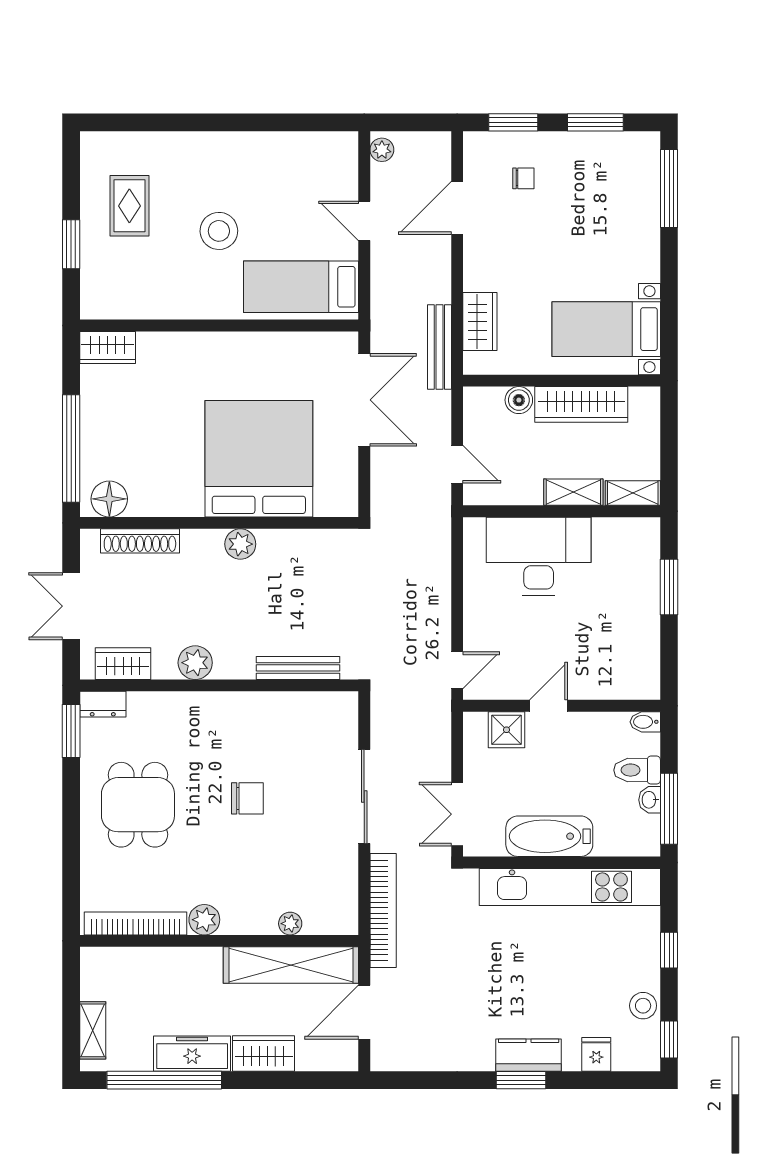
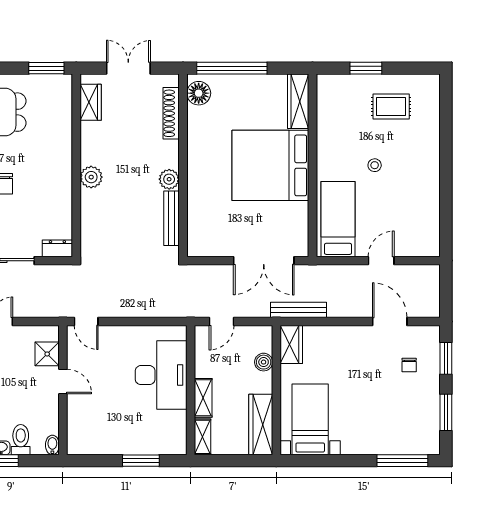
plant: (382, 150) -> (428, 272), removed
stool: (219, 231) -> (375, 165), width x0.53, depth x0.53
wardrobe: (480, 322) -> (291, 345), moved, turned -90
wardrobe: (108, 347) -> (298, 101), width x1.50
wardrobe: (581, 404) -> (261, 424), moved
bed: (259, 459) -> (270, 165), moved, turned 180
plant: (195, 663) -> (91, 177), moved
bench: (298, 668) -> (171, 218), moved
dresser: (103, 704) -> (57, 248), moved, turned 90

